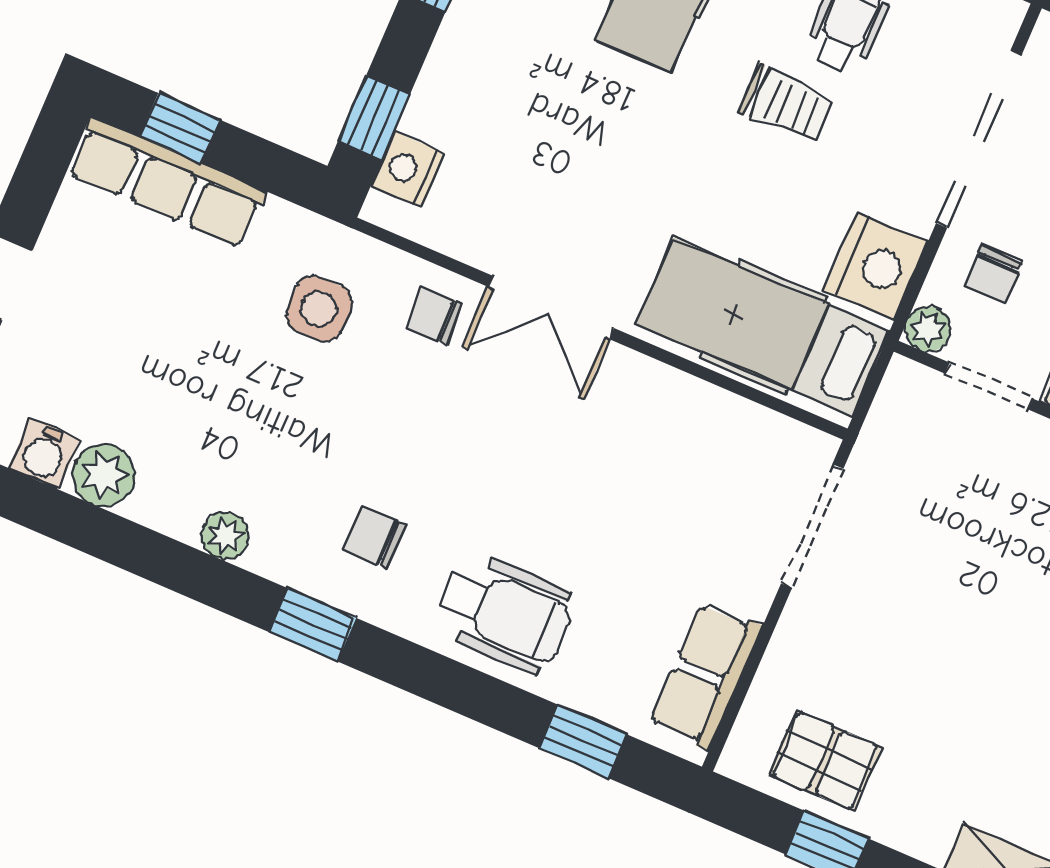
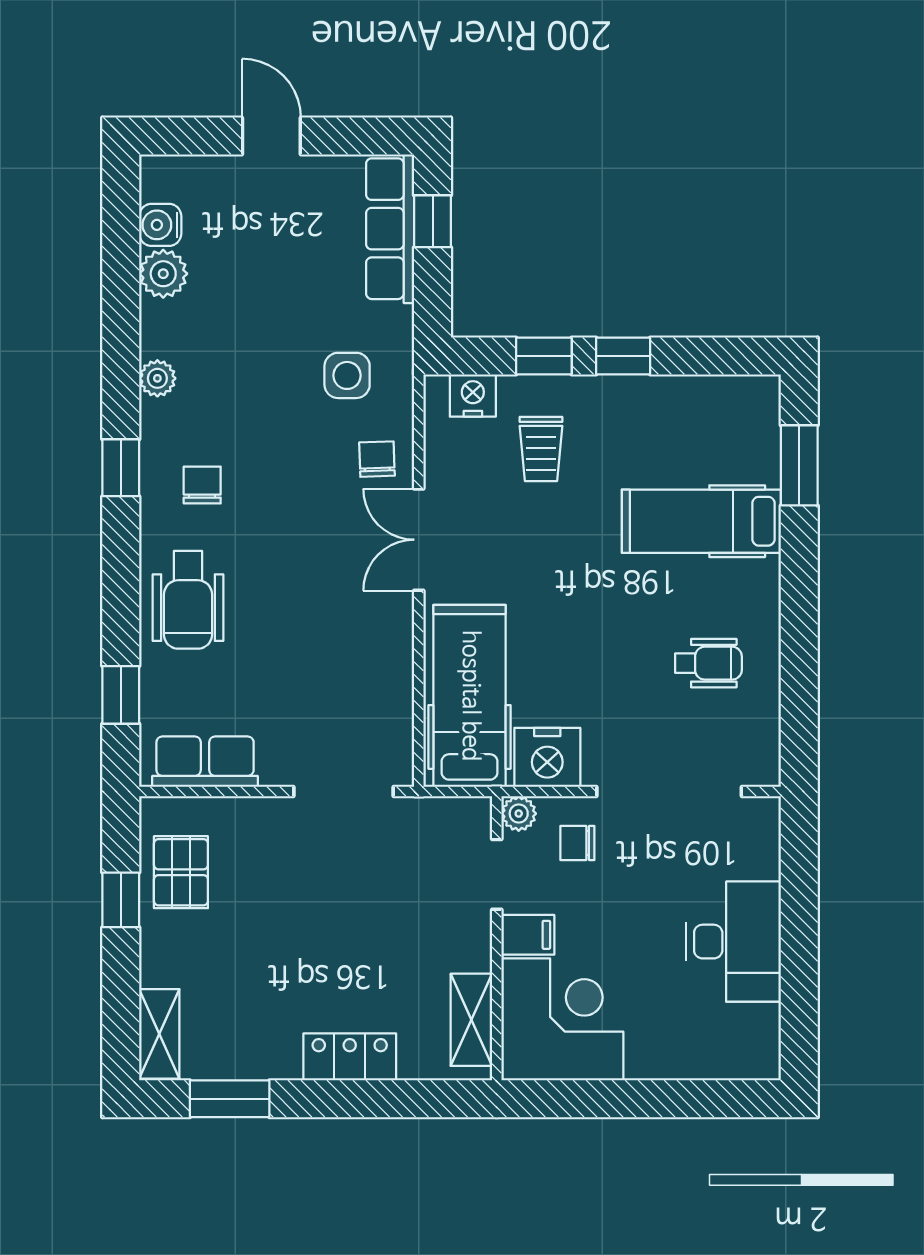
trolley: (787, 104) -> (541, 449), moved
window: (374, 117) -> (544, 356), moved

